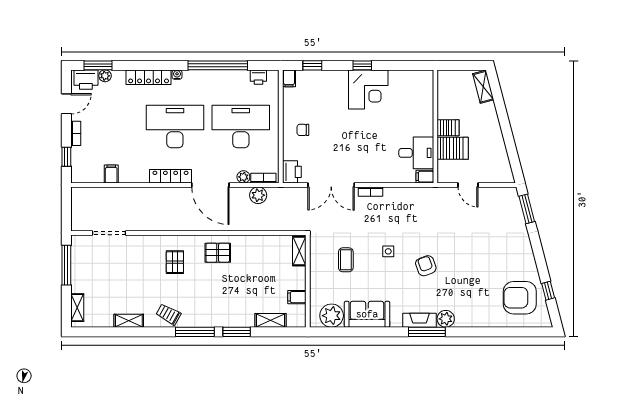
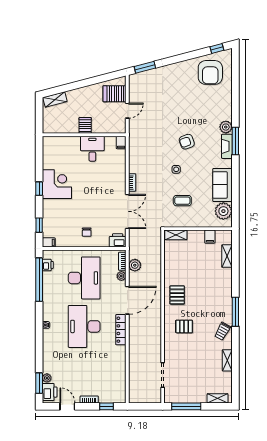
window: (218, 65) -> (39, 280), moved
locker: (149, 77) -> (48, 346), removed
desk: (241, 126) -> (84, 278), turned 180
server rack: (453, 148) -> (115, 94), moved, turned -90
desk: (416, 153) -> (92, 149), moved
filing cabinet: (111, 174) -> (119, 373), removed
window: (548, 291) -> (217, 49), moved
window: (237, 332) -> (235, 281), removed

